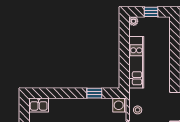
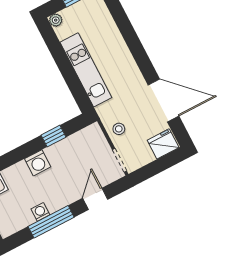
washing machine: (120, 105) -> (38, 163), moved, turned -90

